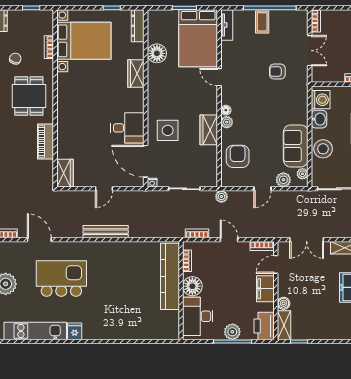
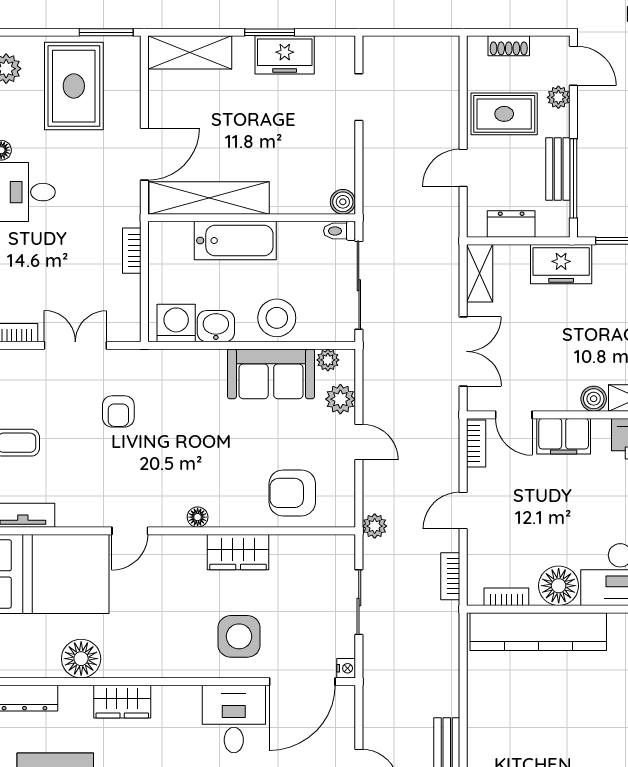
plant: (227, 122) -> (222, 515), removed

